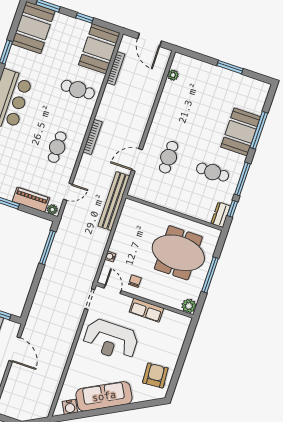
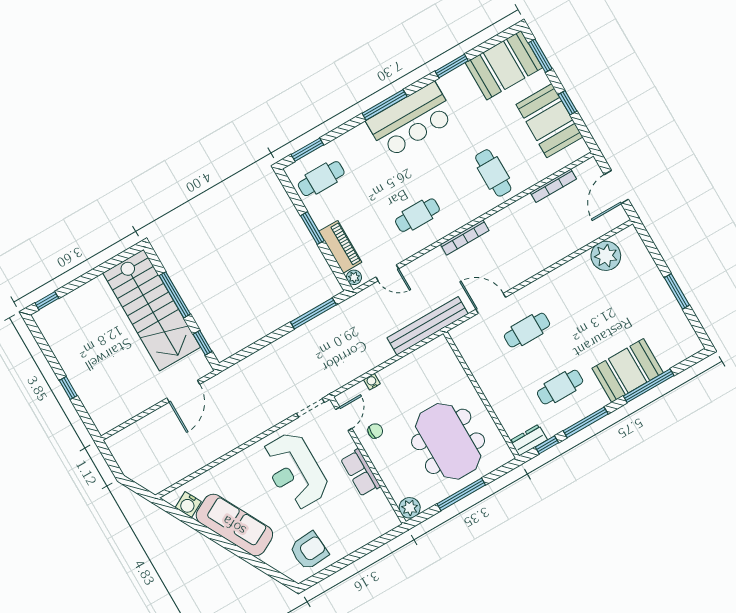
booth: (99, 49) -> (549, 121), moved, turned 90
plant: (173, 75) -> (606, 256), width x1.88, depth x1.88
cafe table: (213, 172) -> (560, 387), turned 90

